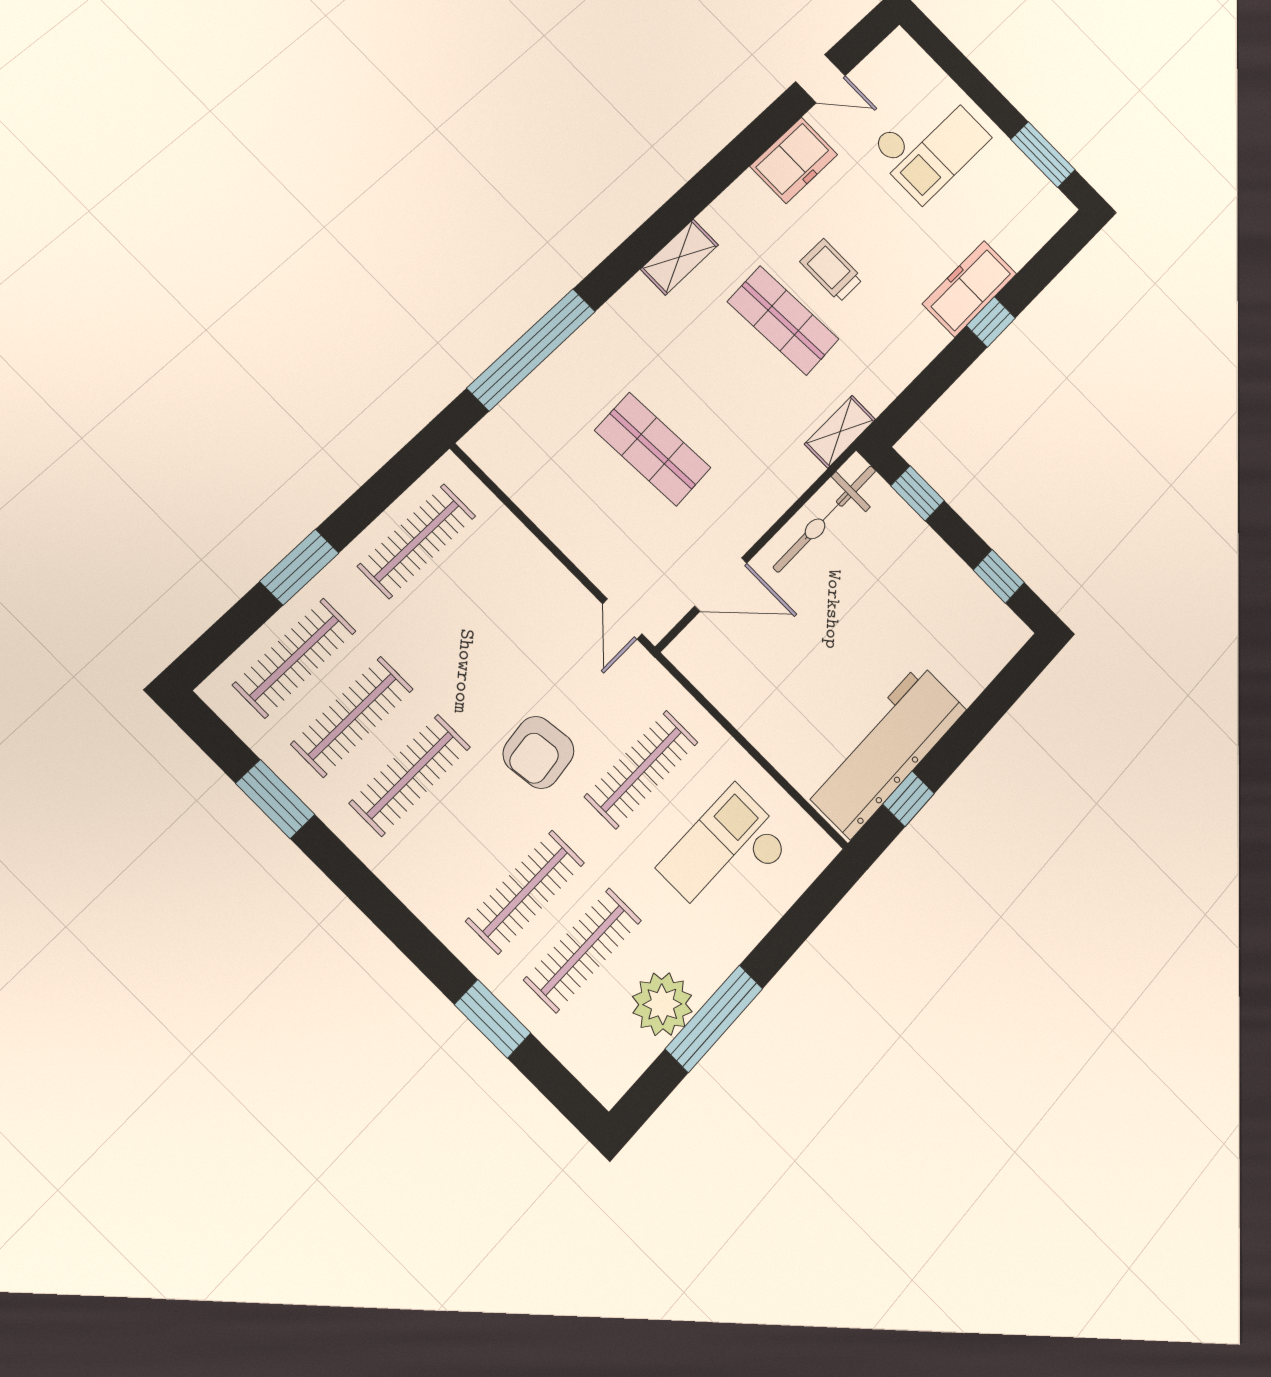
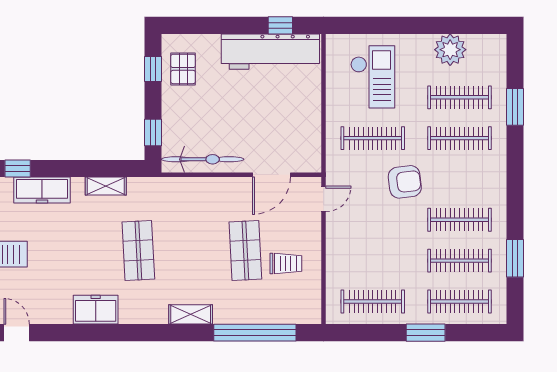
freezer: (794, 160) -> (96, 310), moved
shelving: (679, 257) -> (191, 314), moved
trolley: (831, 270) -> (286, 263), moved, turned -90
window: (991, 322) -> (18, 168), moved
shelving: (840, 432) -> (106, 186), moved
door: (721, 585) -> (271, 175), swing flipped
pallet: (965, 614) -> (183, 69), added
checkout: (725, 855) -> (373, 77), turned -90
window: (714, 1019) -> (437, 25), removed

